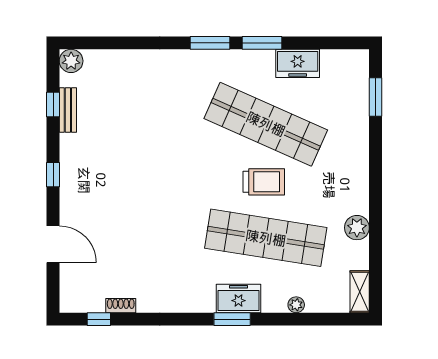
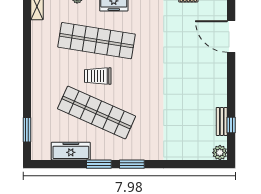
freezer: (298, 63) -> (71, 151), width x1.40
window: (53, 175) -> (231, 81), removed
plant: (357, 228) -> (39, 47), removed
door: (53, 244) -> (231, 37), width x1.36

